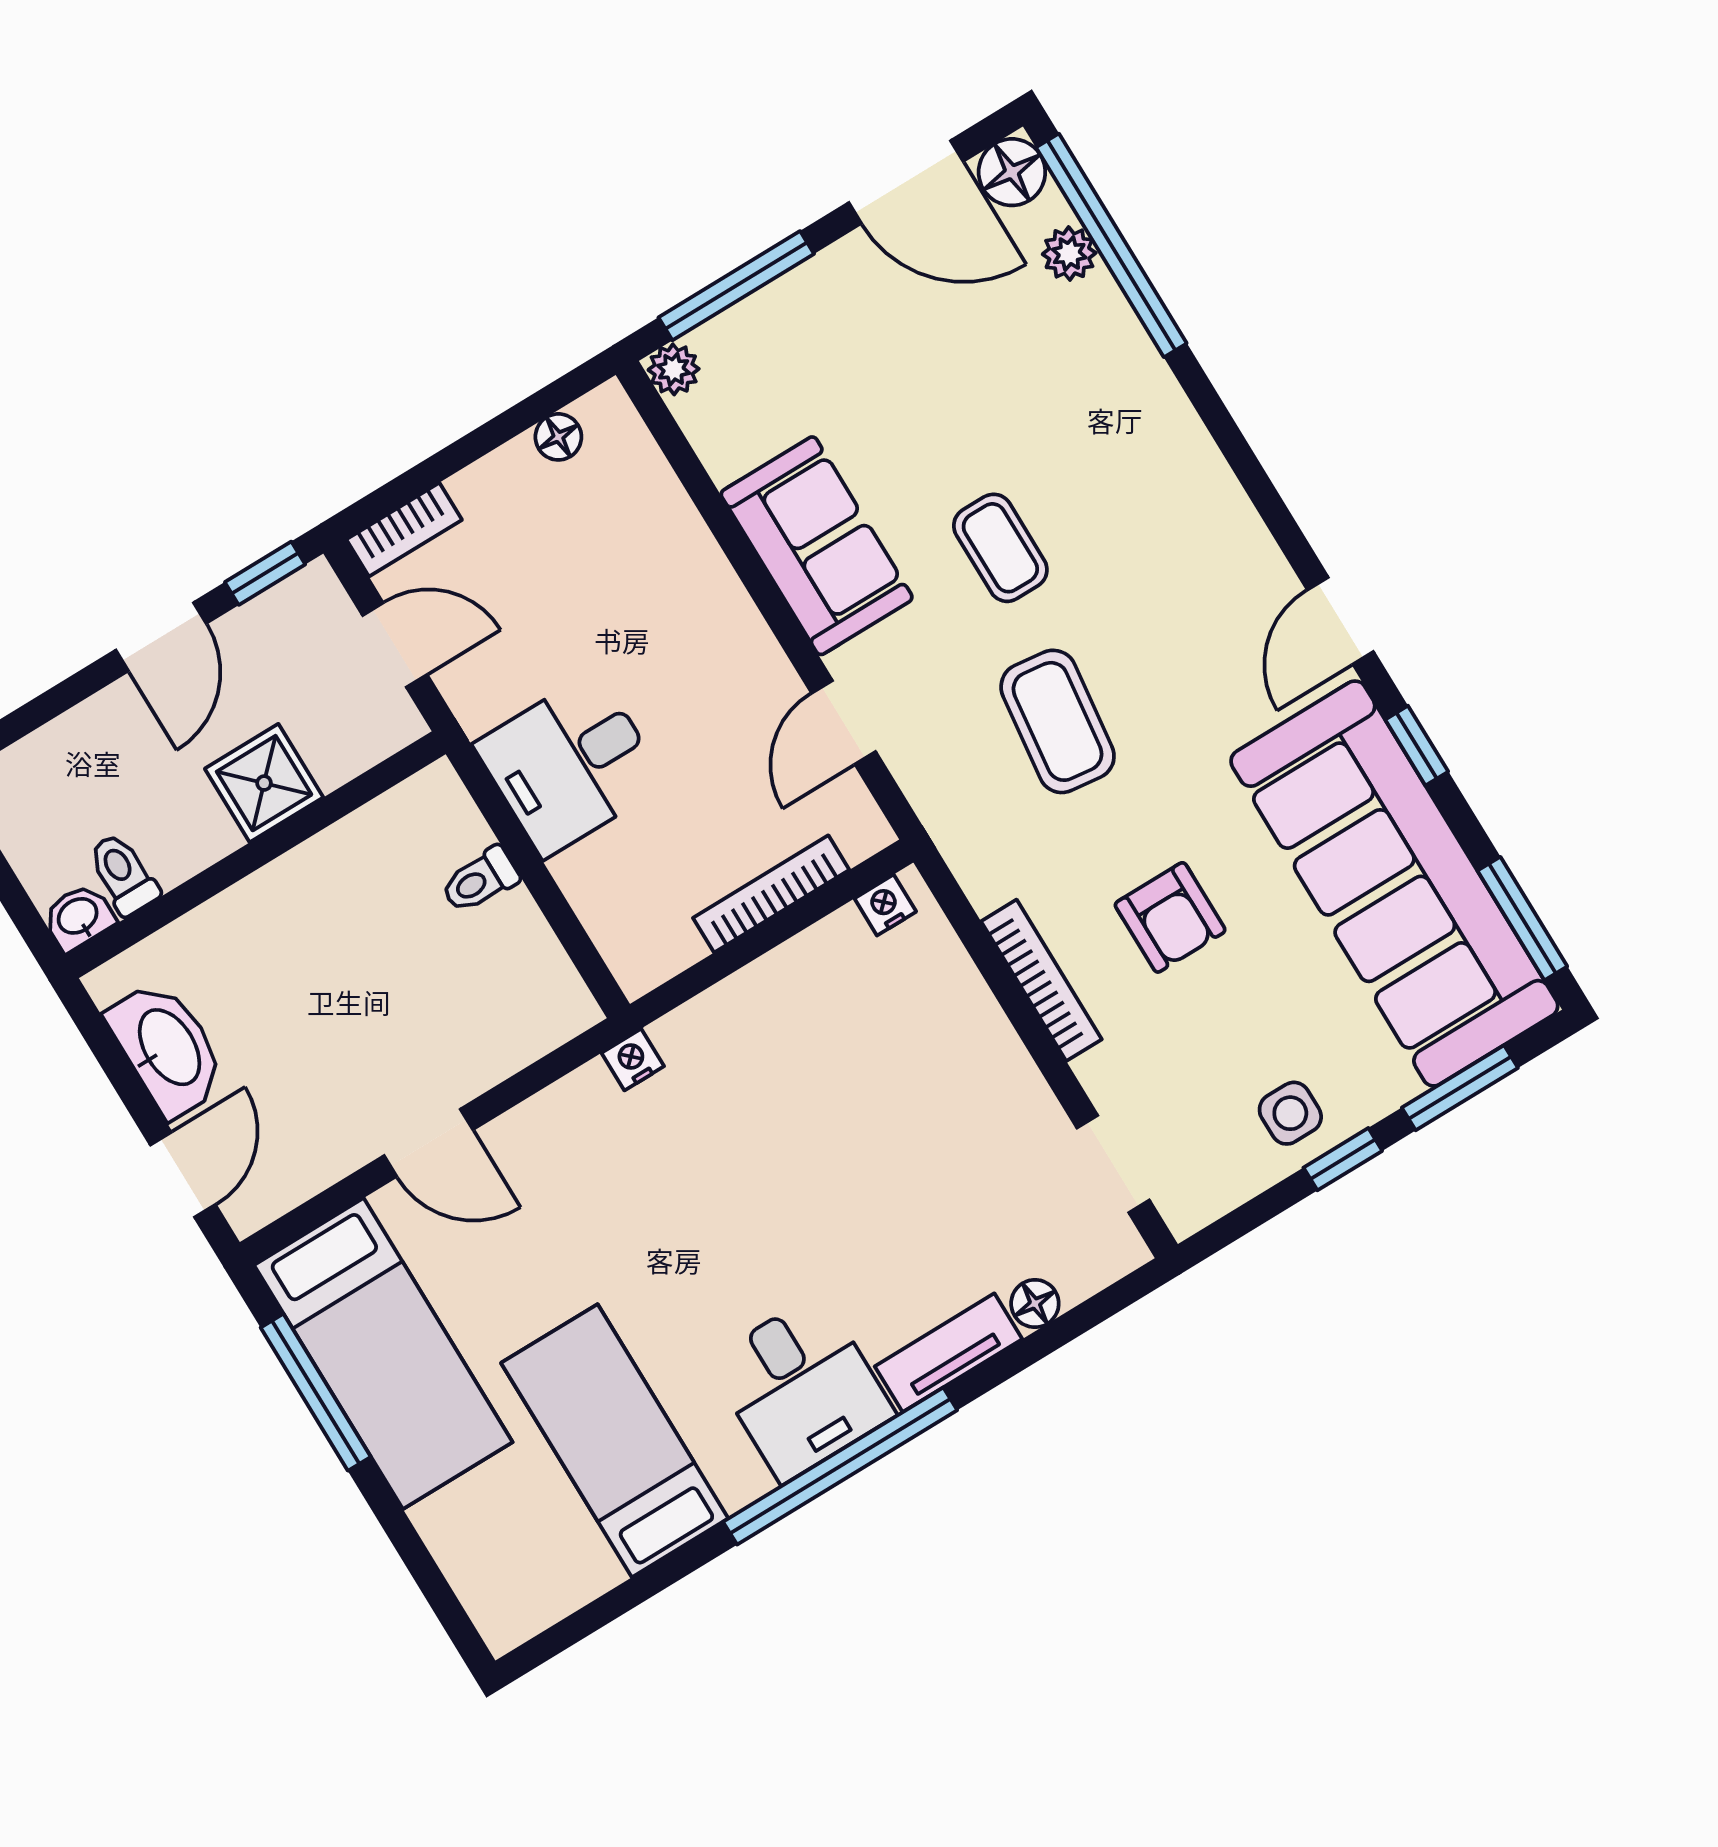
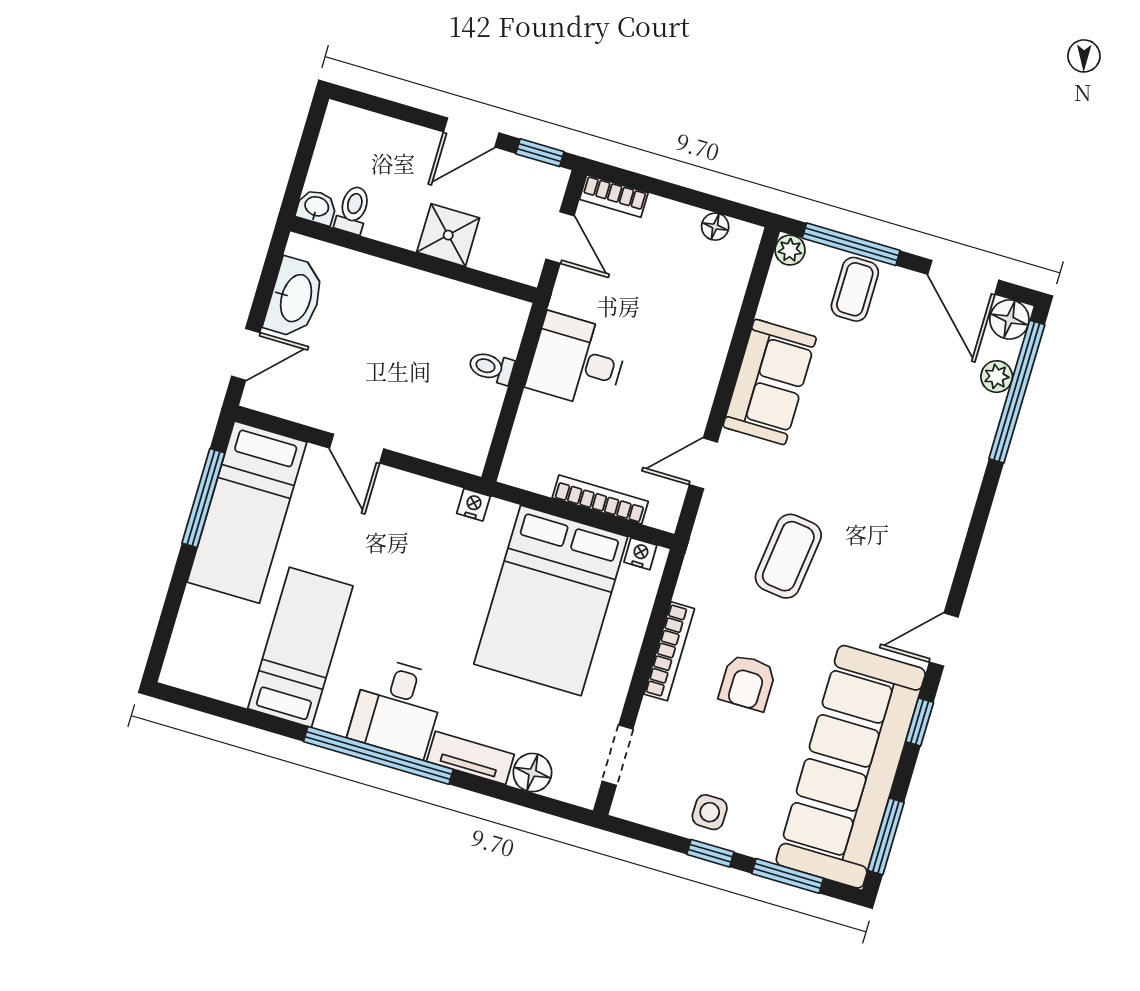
coffee table: (1000, 548) -> (855, 289), moved
bed: (842, 1071) -> (551, 600), added
floor lamp: (1035, 1304) -> (532, 773), width x1.37, depth x1.37

